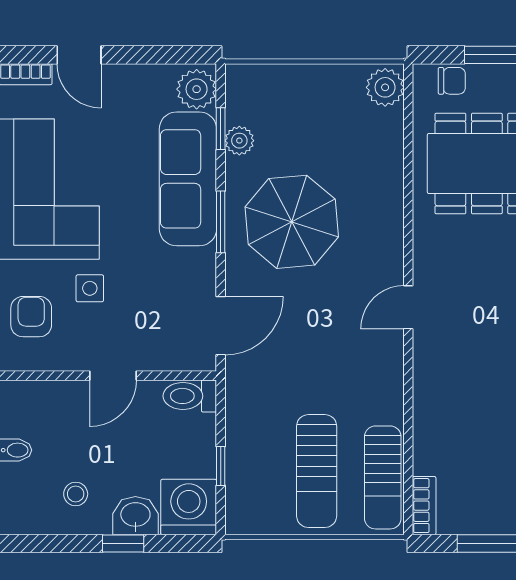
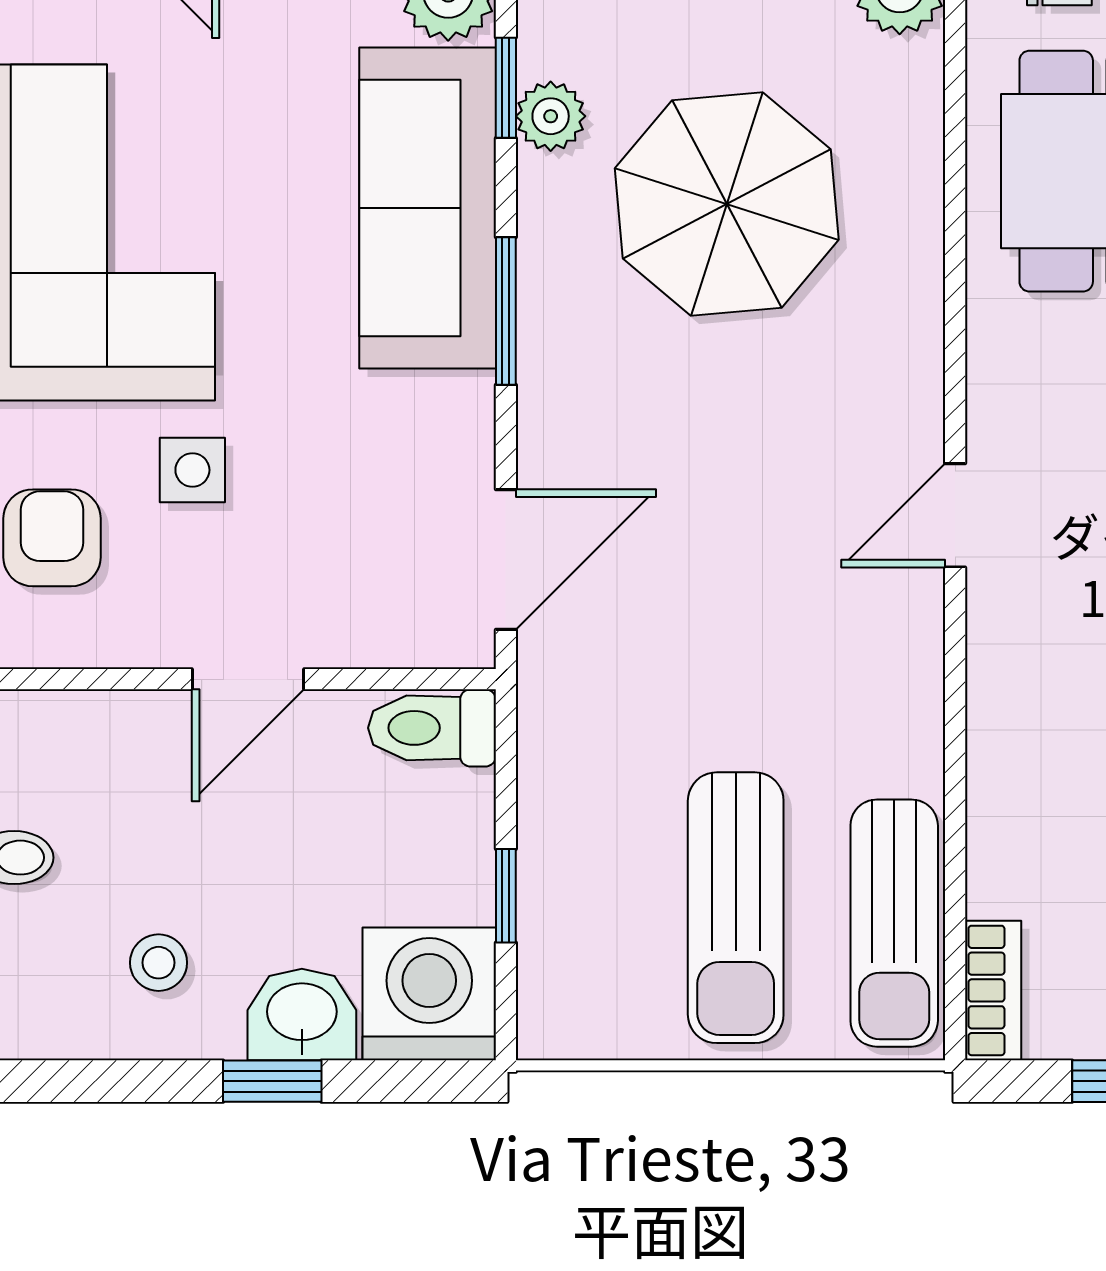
parasol: (292, 222) -> (727, 204), moved

